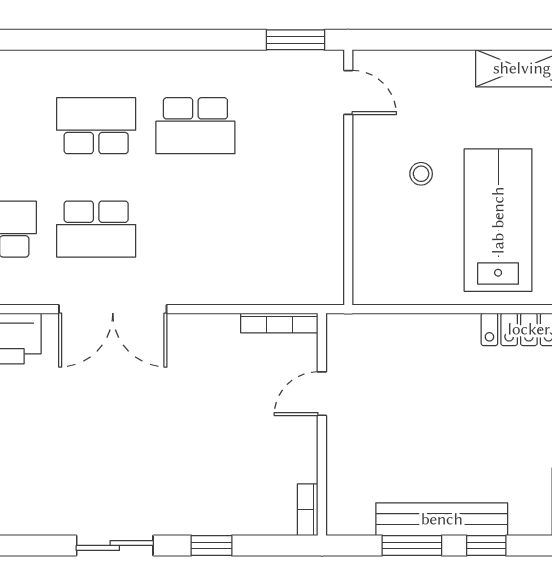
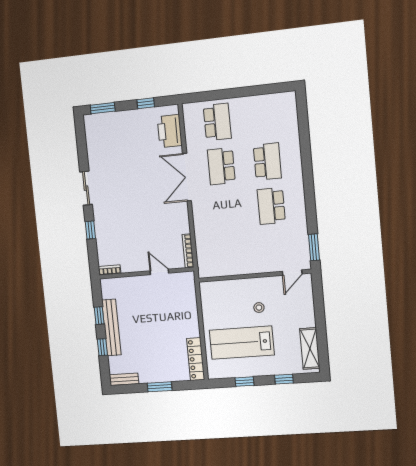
lab bench: (498, 220) -> (242, 343), turned 180
window: (412, 545) -> (99, 316), width x0.67

